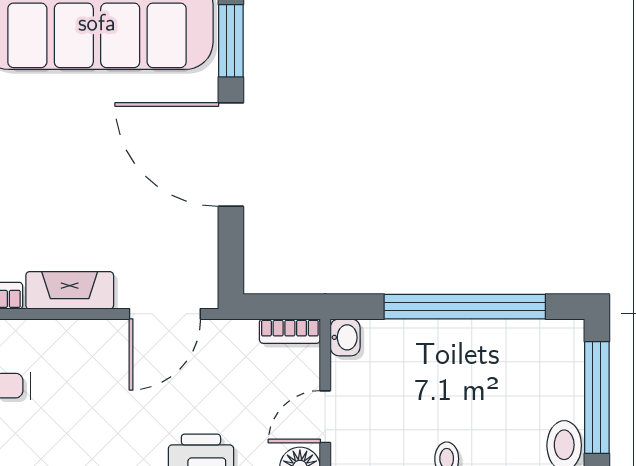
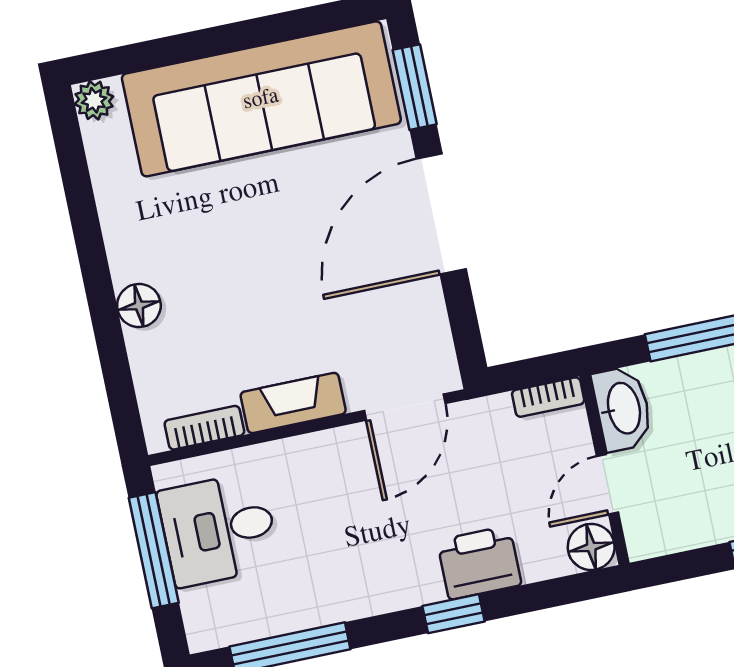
door: (231, 155) -> (441, 214), hinge flipped
washbasin: (345, 337) -> (623, 409), width x1.91, depth x1.45

